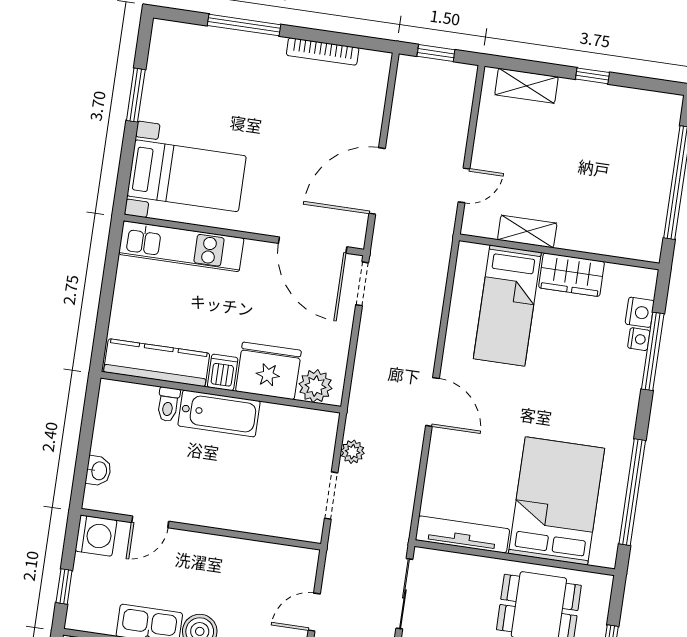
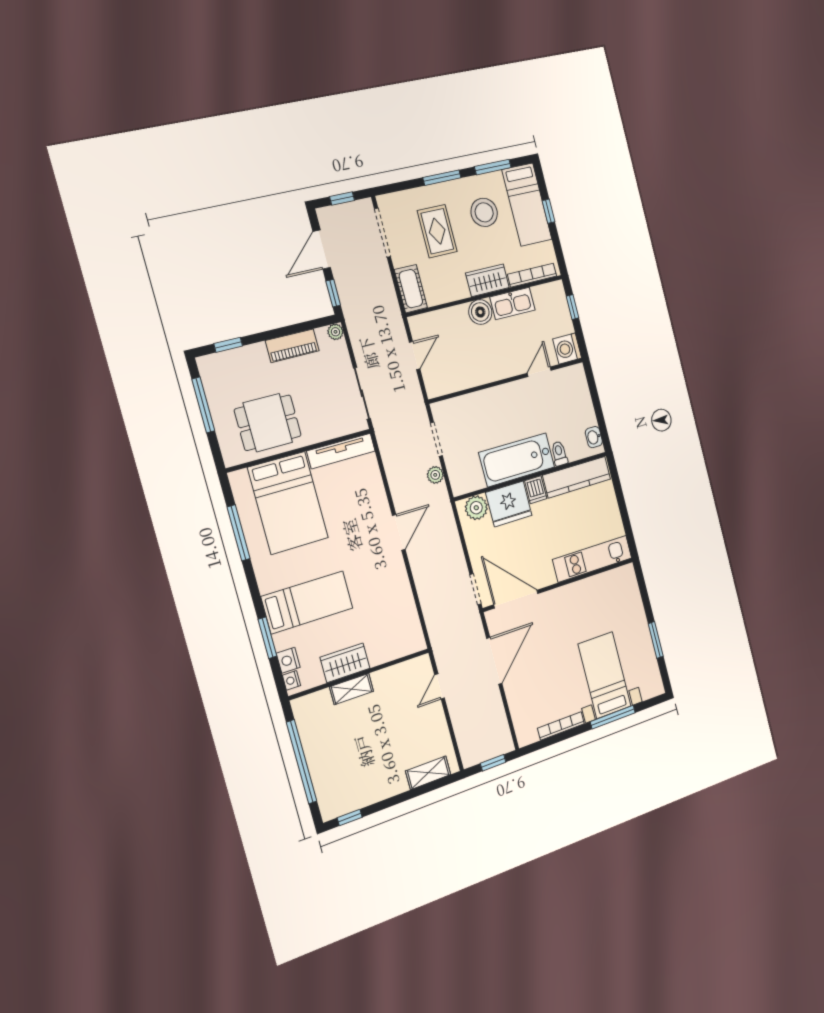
window: (592, 76) -> (350, 817), moved
bed with nightstands: (187, 176) -> (605, 675), moved, turned 90
shelving: (527, 231) -> (352, 689), moved
bed: (507, 306) -> (307, 602), moved, turned 90
nightstand: (639, 339) -> (291, 680), moved
window: (653, 351) -> (267, 638), width x0.69
door: (432, 402) -> (399, 532), swing flipped
bathtub: (219, 413) -> (517, 460), width x1.36, depth x1.36
washbasin: (99, 471) -> (594, 437), moved
window: (632, 492) -> (239, 533), width x0.68

